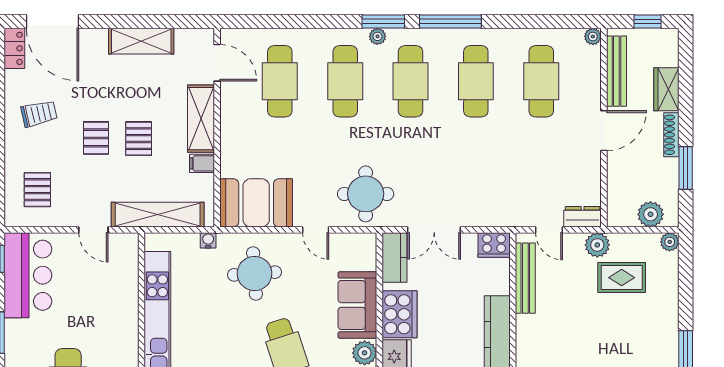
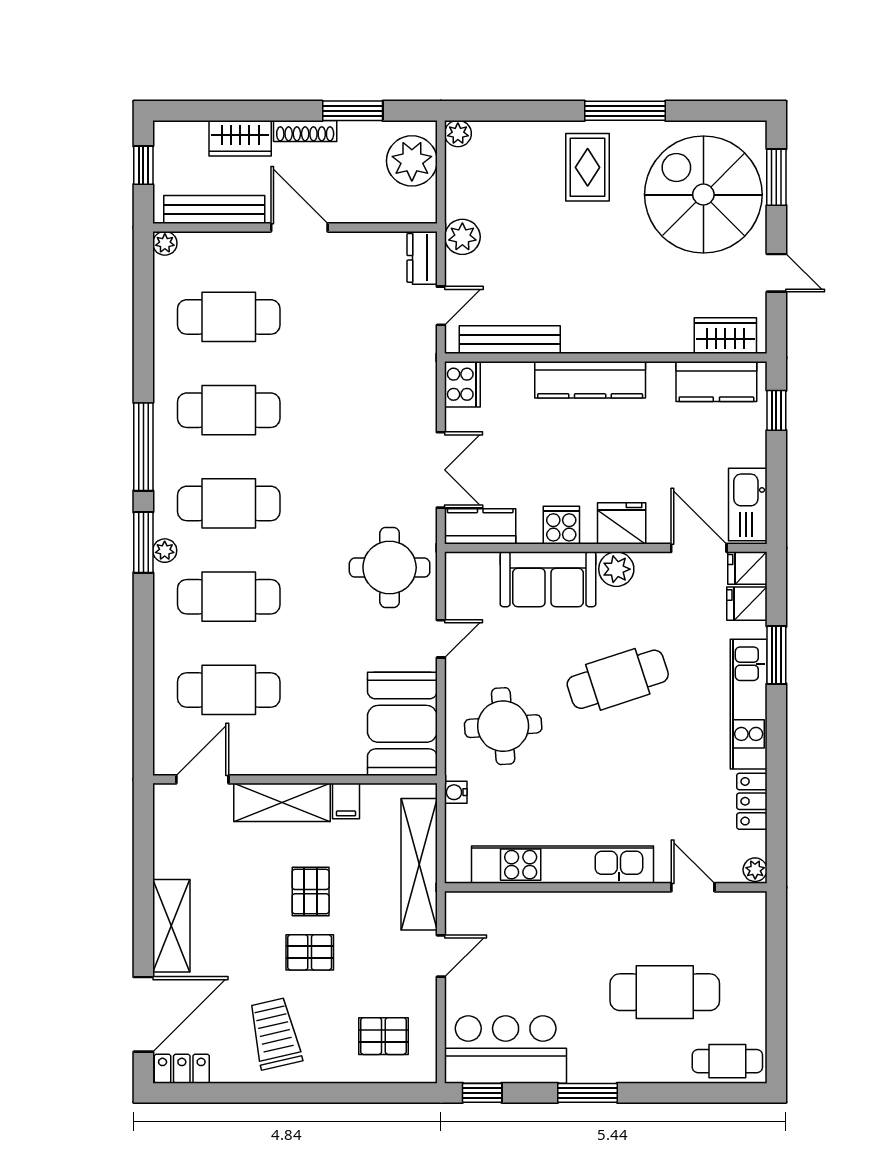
shelving: (141, 41) -> (171, 926), moved
trolley: (39, 114) -> (275, 1034), width x1.36, depth x1.39
pallet: (139, 139) -> (311, 892), turned 90
plant: (651, 214) -> (412, 161), width x1.36, depth x1.36
rug: (622, 278) -> (588, 167), moved
cooker: (399, 314) -> (561, 525), width x0.53, depth x0.76

